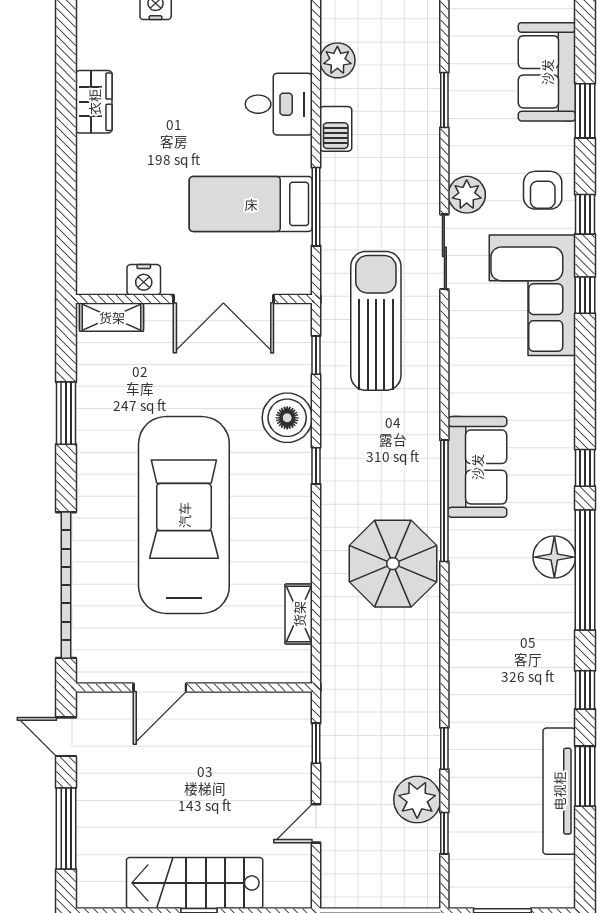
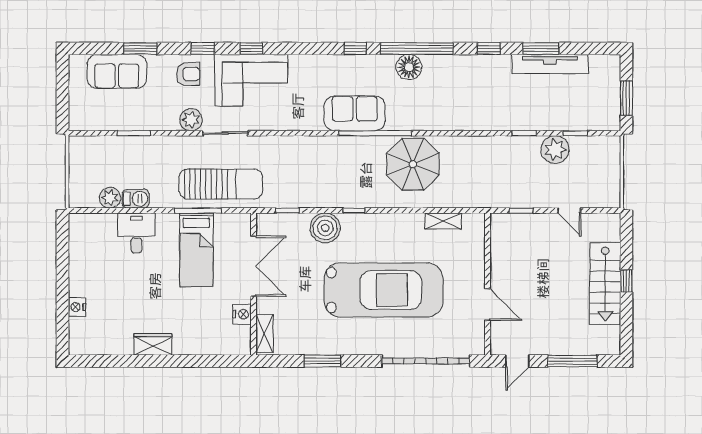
wardrobe: (94, 102) -> (153, 344), moved
barbecue: (336, 129) -> (136, 199), moved
sun lounger: (376, 321) -> (221, 184), moved, turned 180
car: (184, 515) -> (384, 290), turned 180

